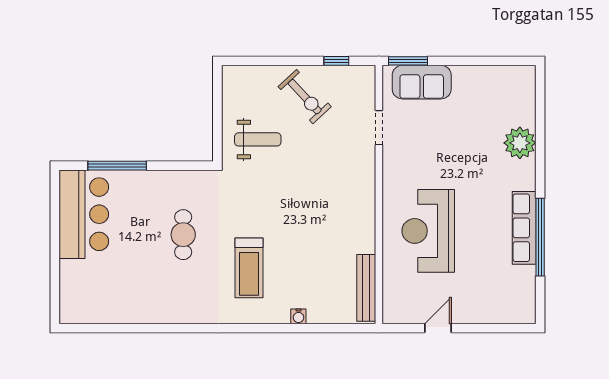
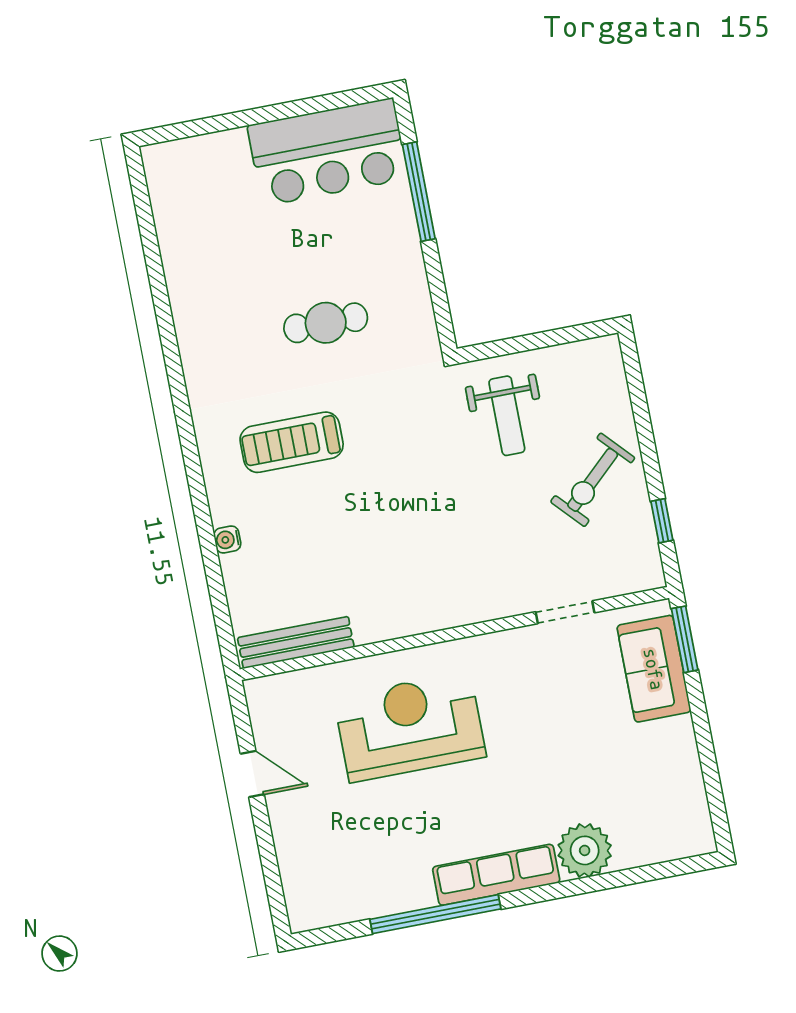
row of seats: (524, 228) -> (496, 875), moved

